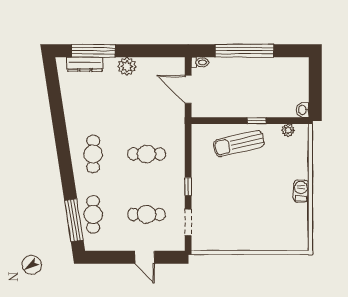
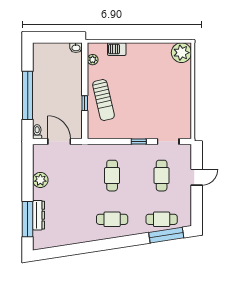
dresser: (85, 64) -> (39, 215), moved
plant: (127, 66) -> (40, 180), moved
door: (188, 89) -> (59, 141), swing flipped
window: (257, 121) -> (85, 103), moved
barbecue: (301, 191) -> (117, 49), moved
plant: (297, 239) -> (181, 53), added

